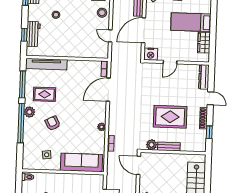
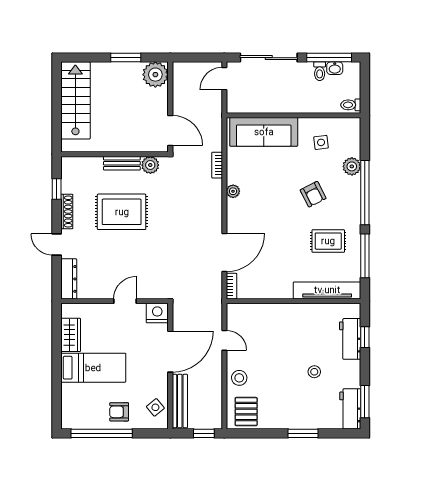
plant: (29, 112) -> (352, 166), moved

